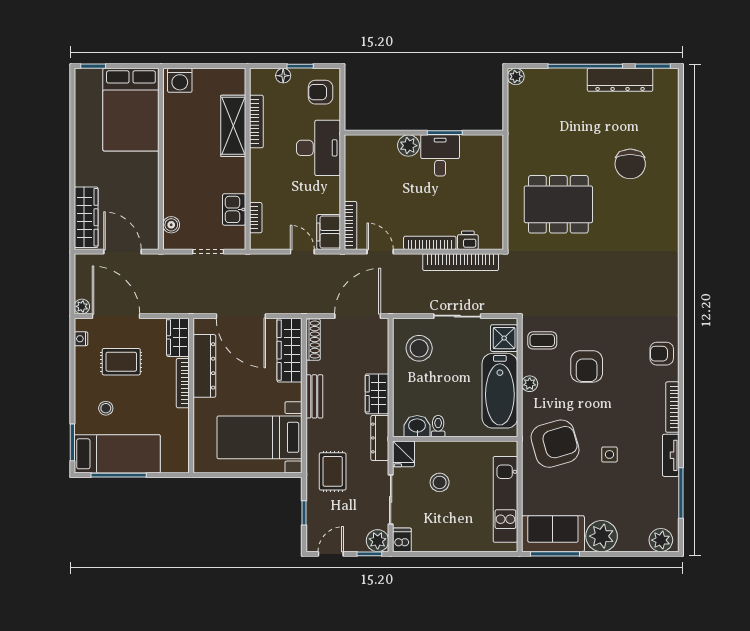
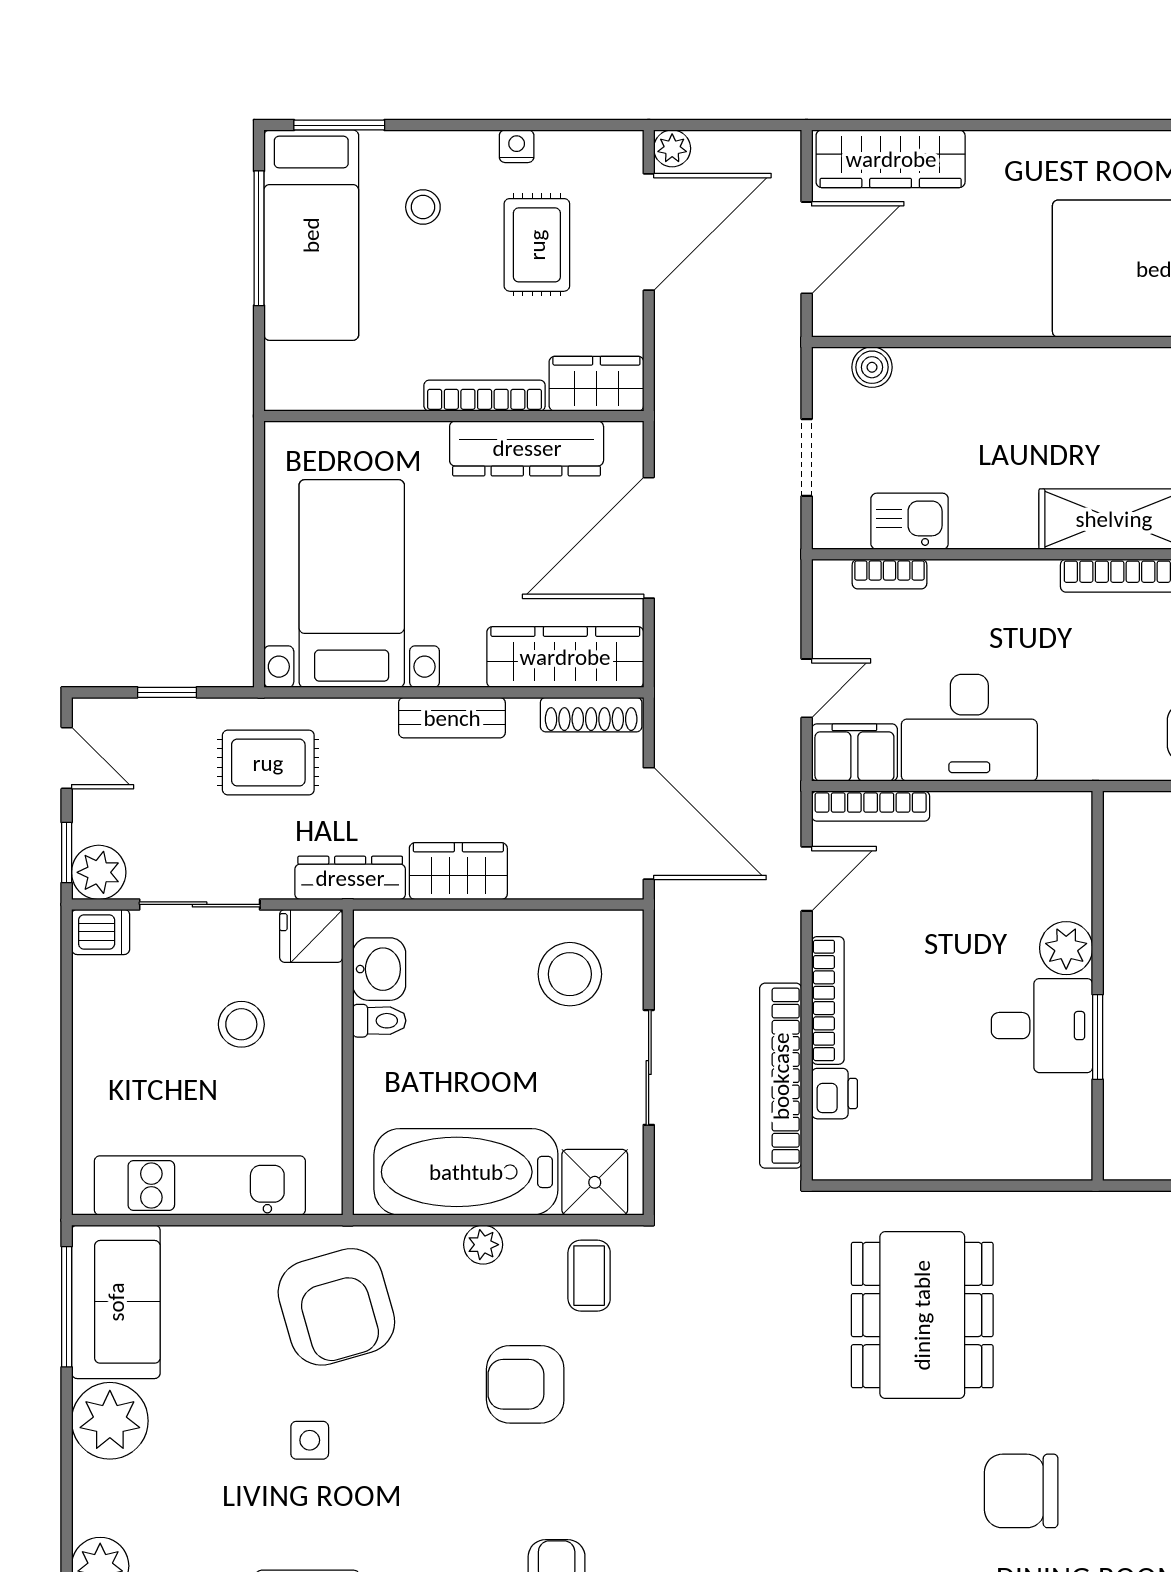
desk: (318, 148) -> (969, 728), moved
nightstand: (81, 339) -> (517, 146), moved

